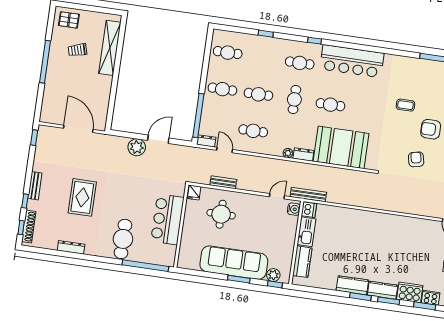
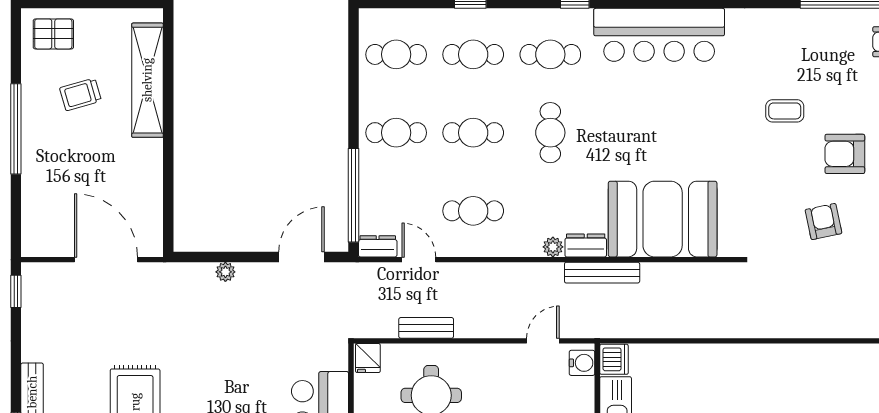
cafe table: (330, 105) -> (473, 54), moved
door: (158, 139) -> (301, 257), moved
plant: (137, 147) -> (225, 272), width x0.53, depth x0.53
bench: (308, 195) -> (602, 273), moved

